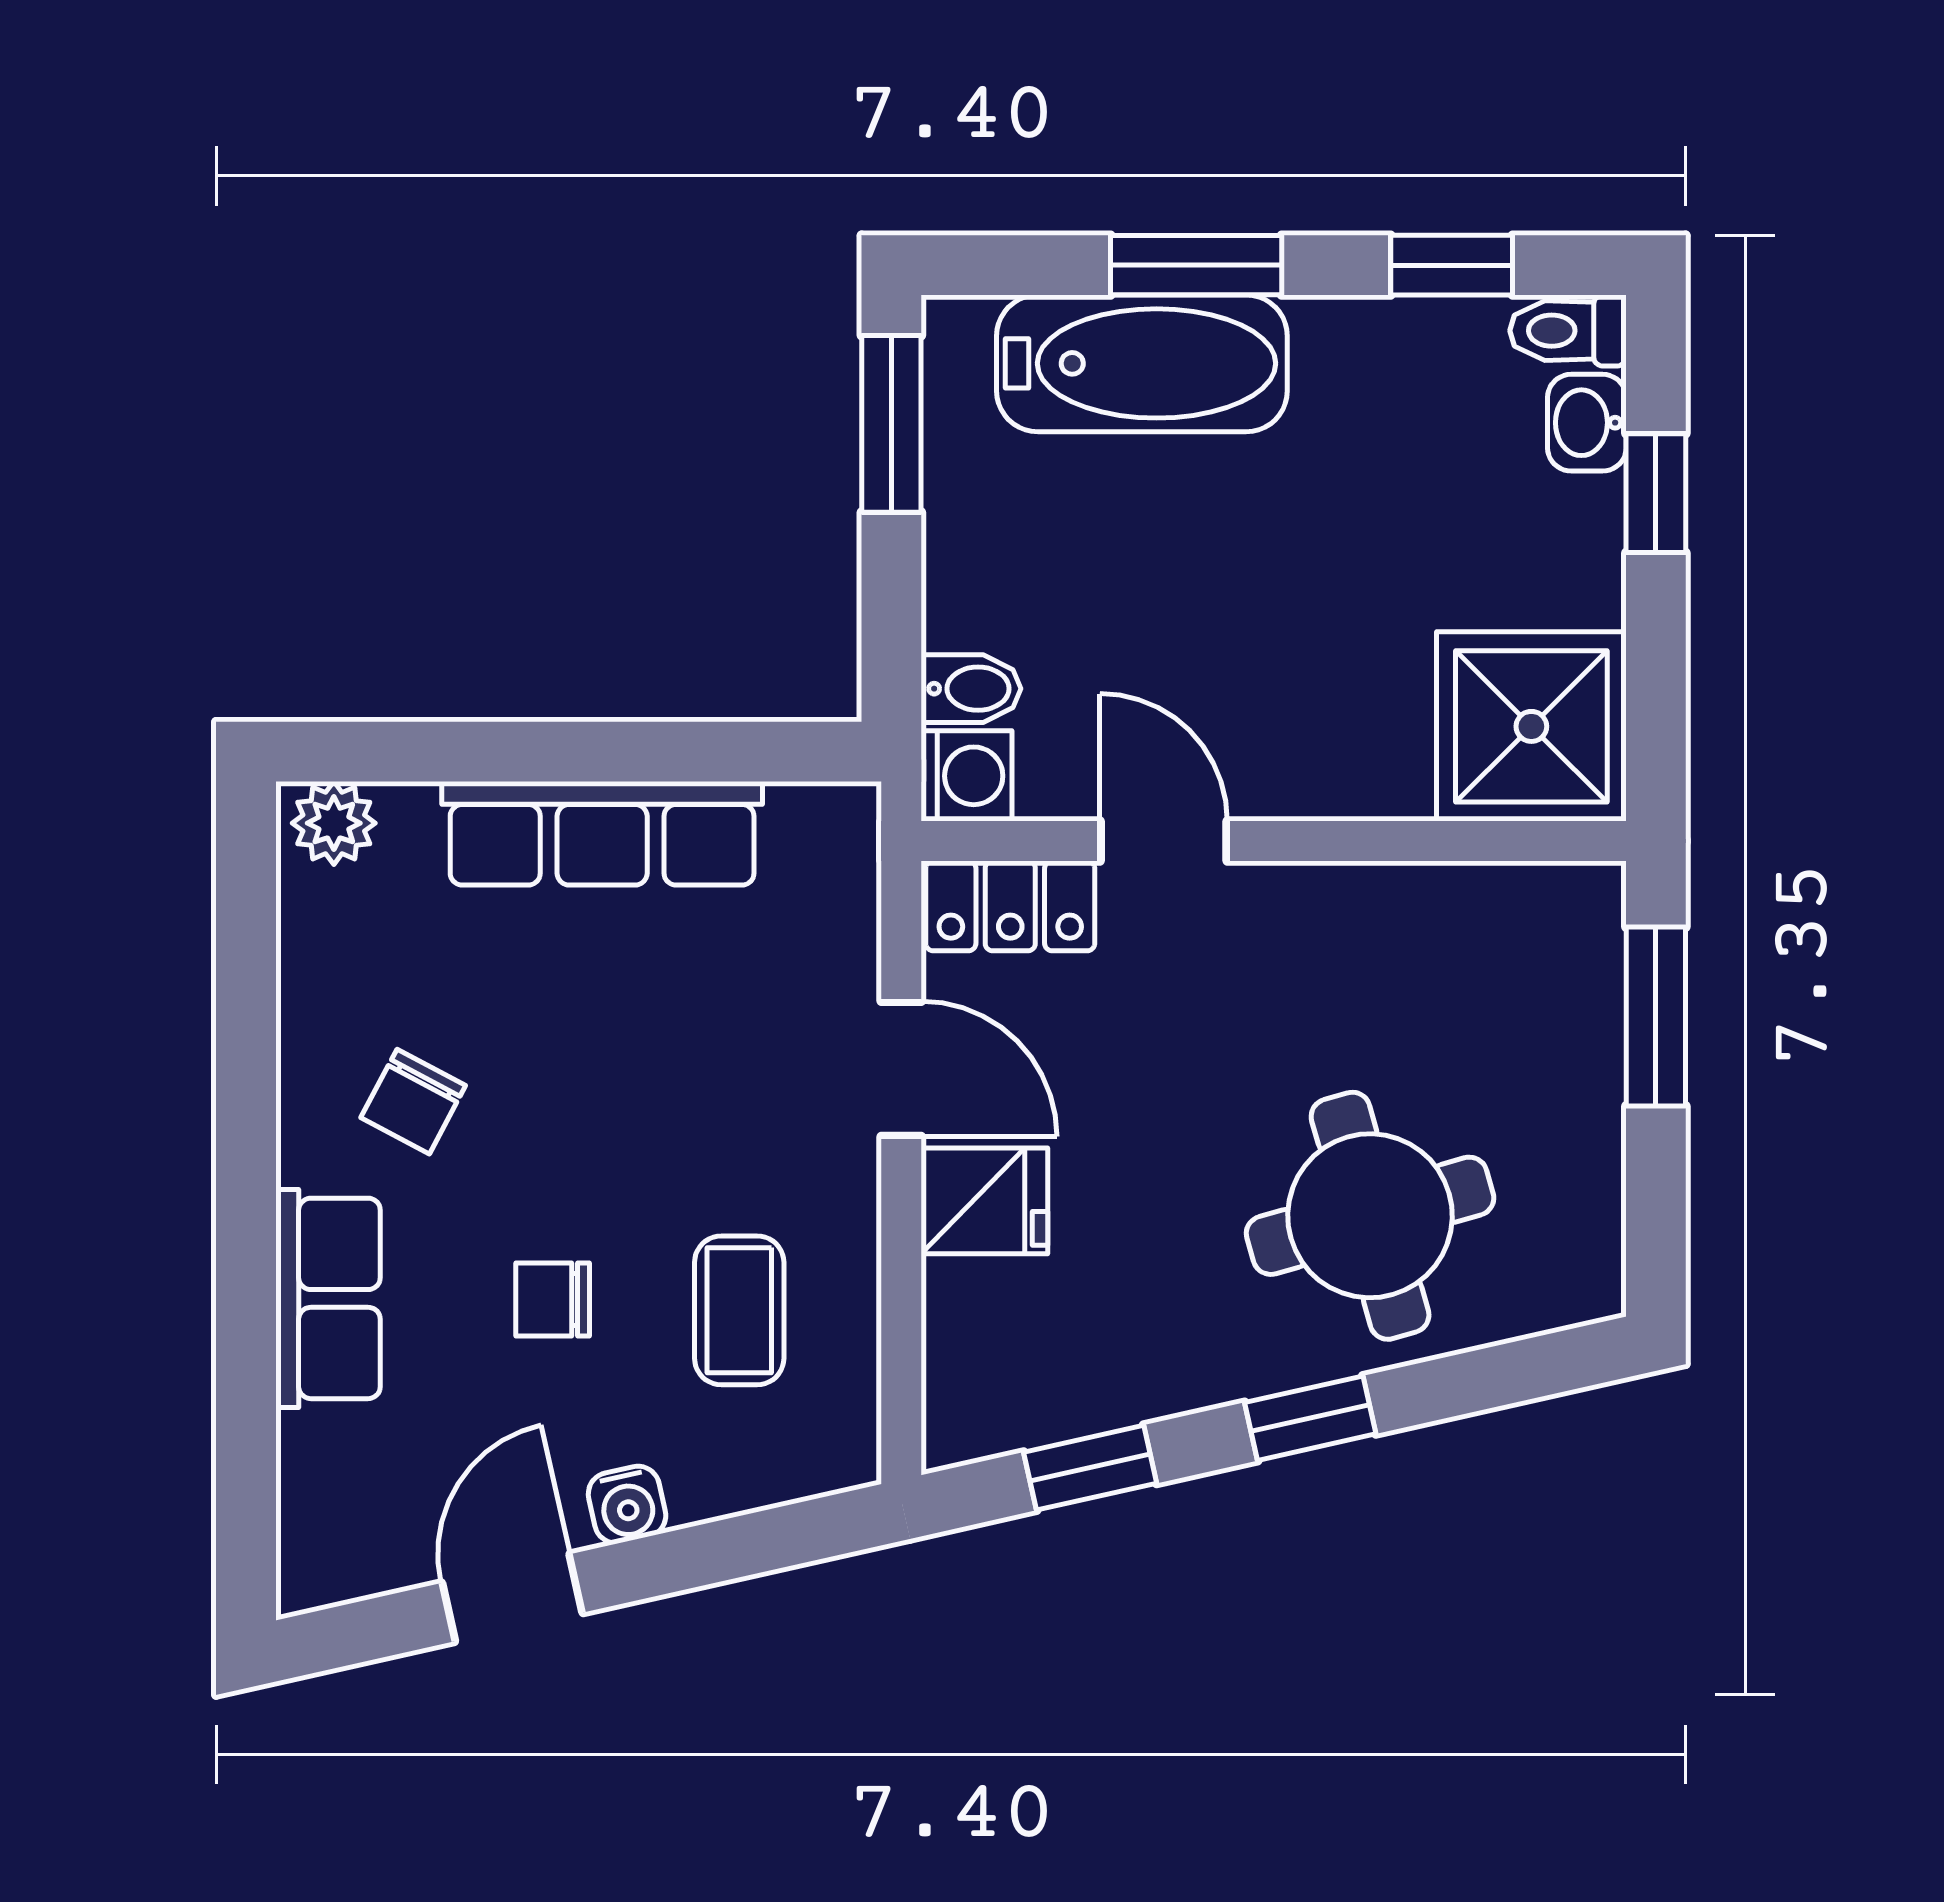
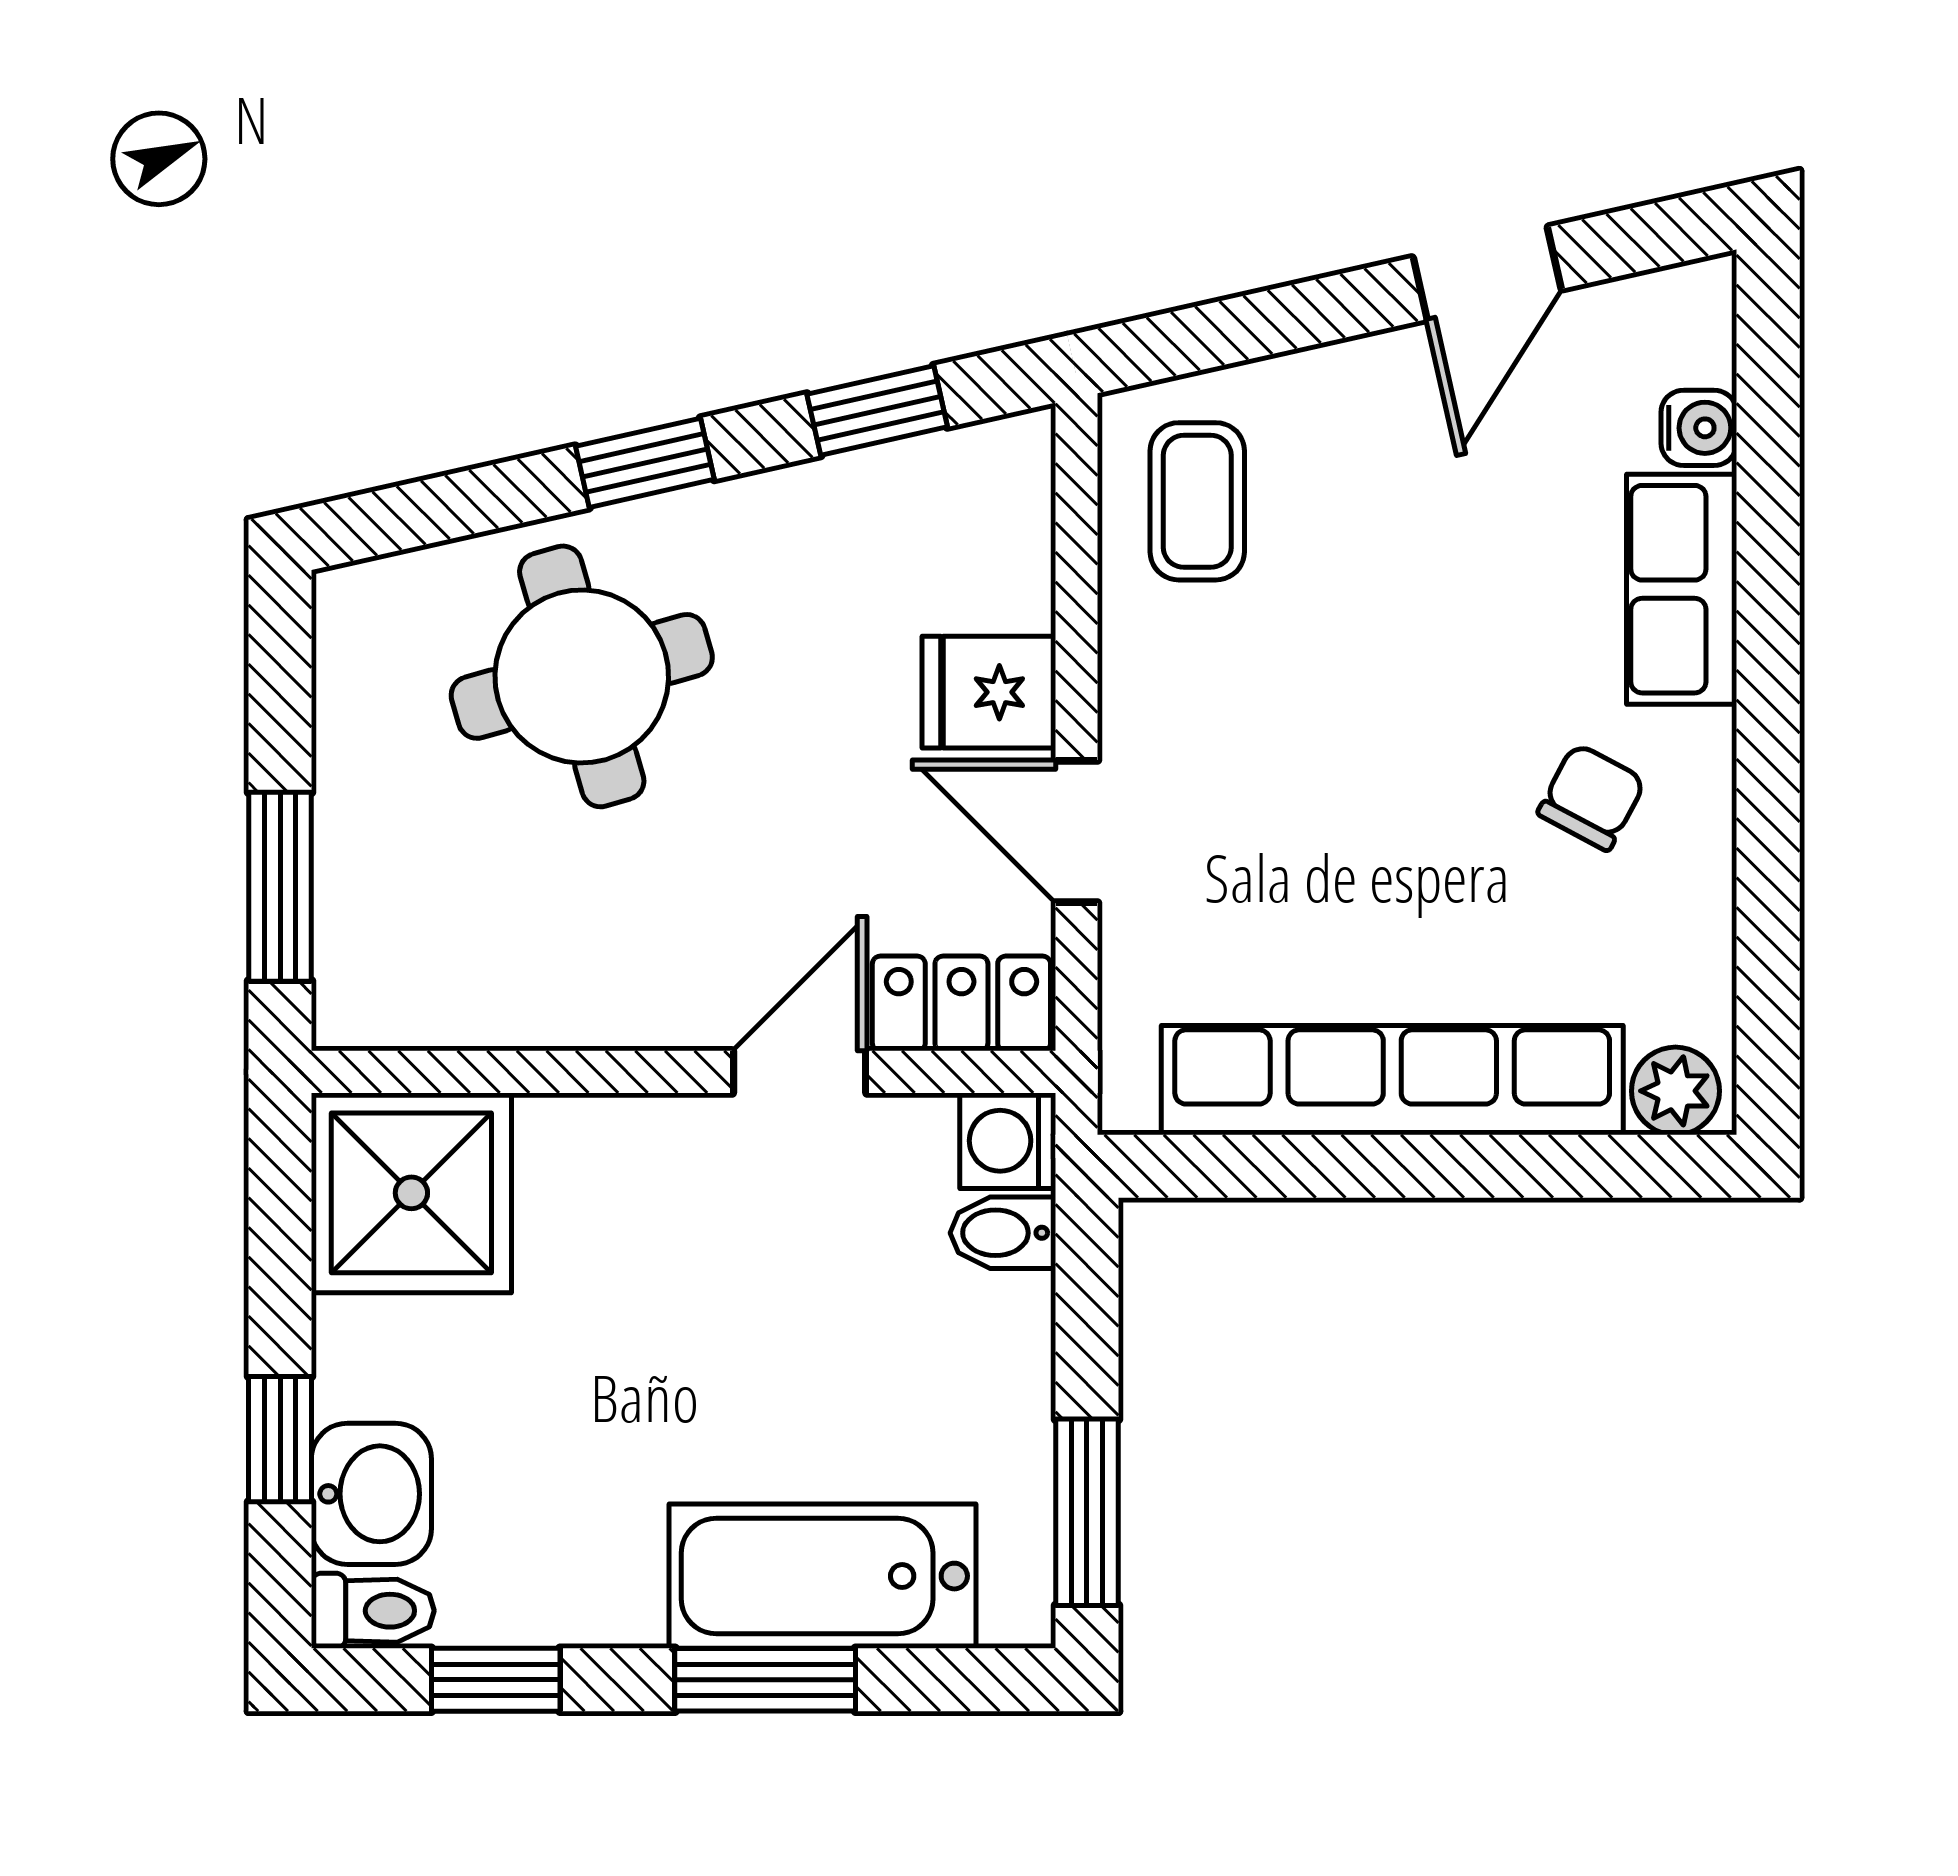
washbasin: (1587, 423) -> (371, 1494), width x1.38, depth x1.45
row of seats: (602, 833) -> (1392, 1080), width x1.36
door: (1164, 841) -> (800, 1072), swing flipped
chair: (553, 1300) -> (1444, 588), removed
coffee table: (739, 1310) -> (1197, 501), moved
water cooler: (627, 1505) -> (1699, 428), moved, turned 103

